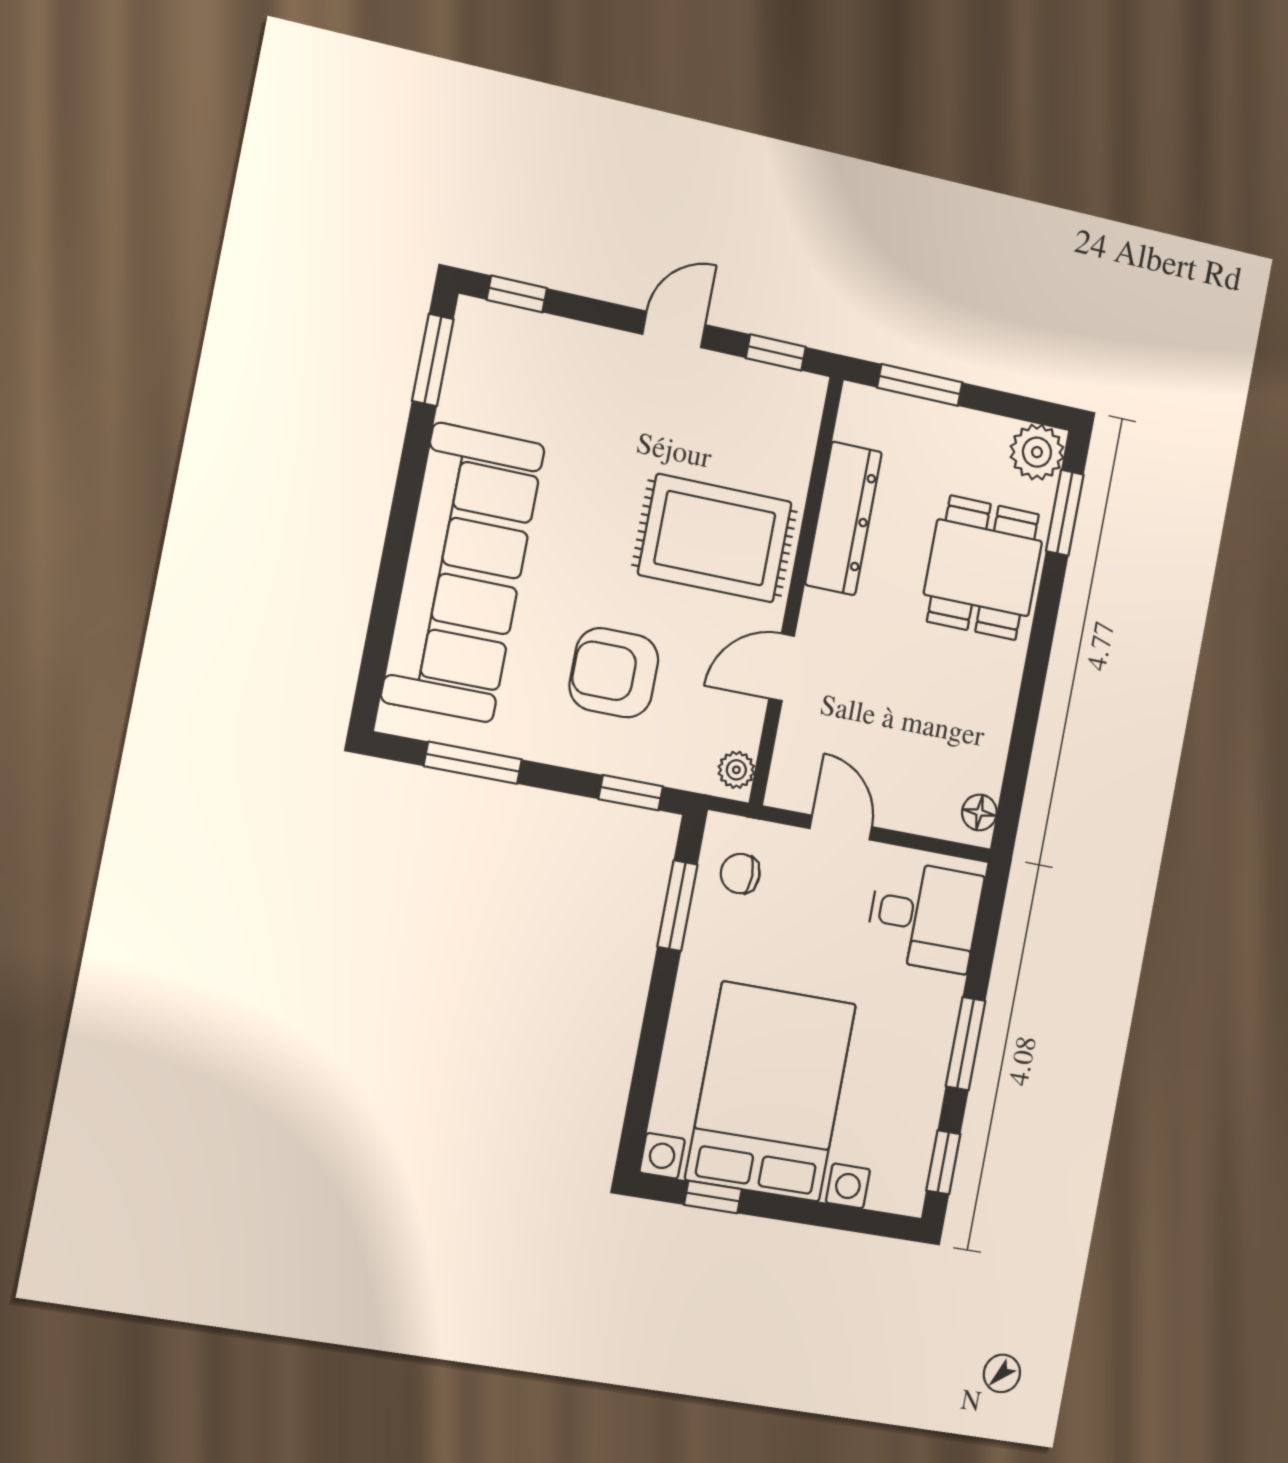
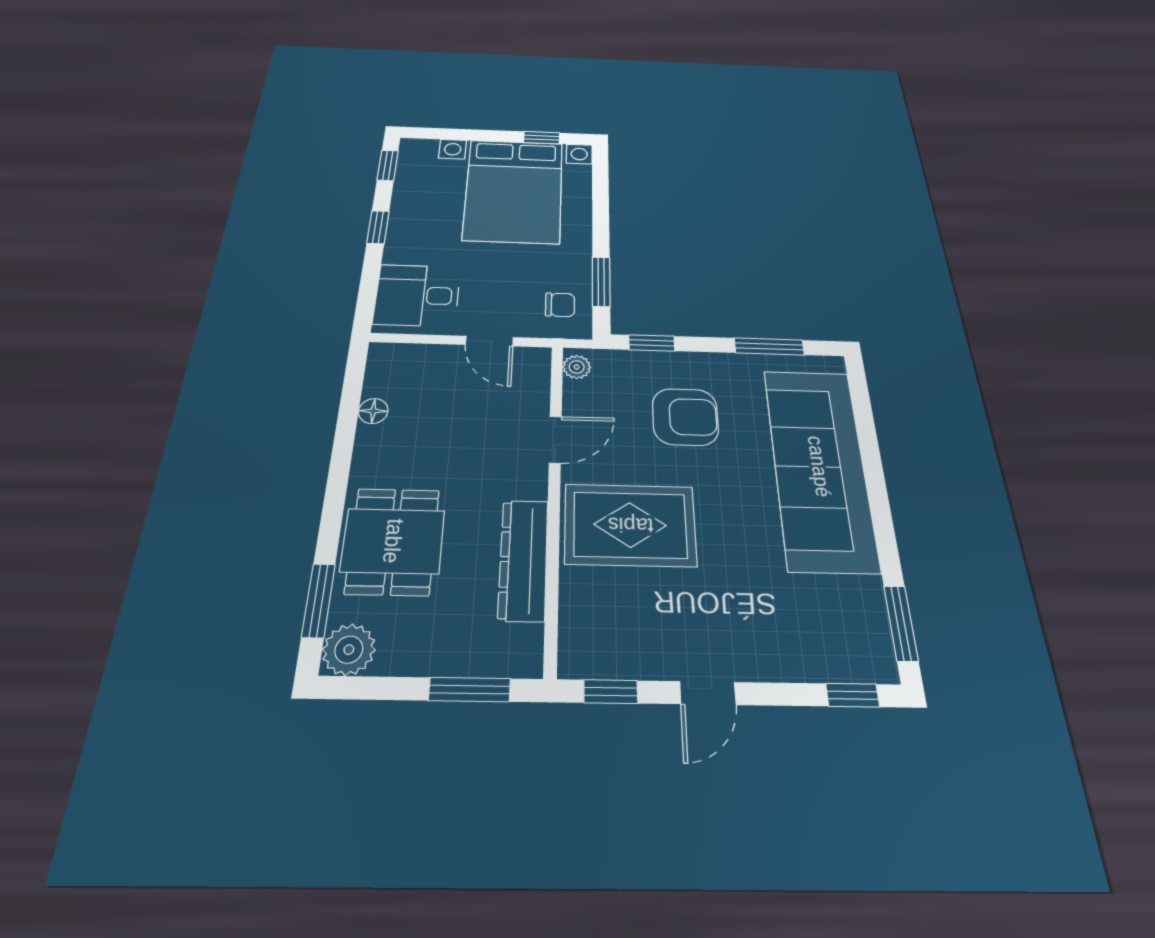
floor lamp: (979, 812) -> (373, 411), moved
window: (966, 1044) -> (378, 227), width x0.67

